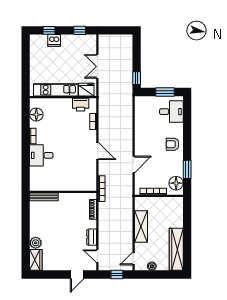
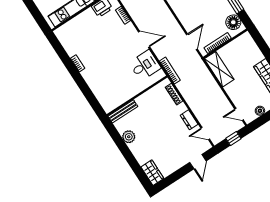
floor lamp: (36, 115) -> (68, 42), removed
desk: (41, 155) -> (145, 65), moved, turned 180
door: (134, 164) -> (192, 42), moved
shelving: (141, 227) -> (219, 69), moved
plant: (36, 243) -> (129, 137), moved
door: (134, 258) -> (239, 114), hinge flipped

